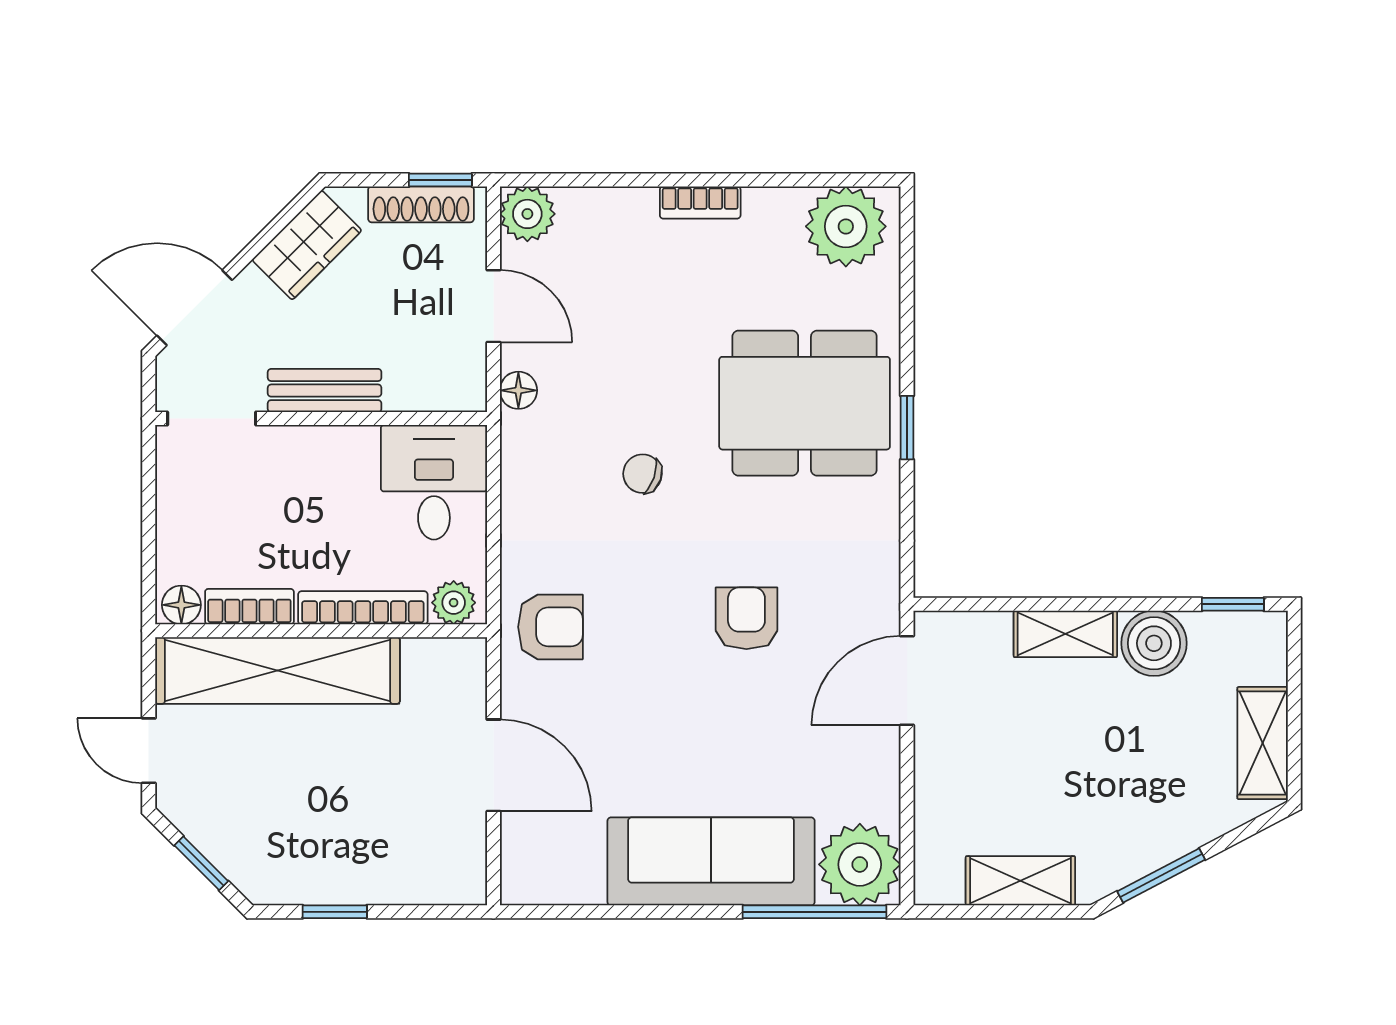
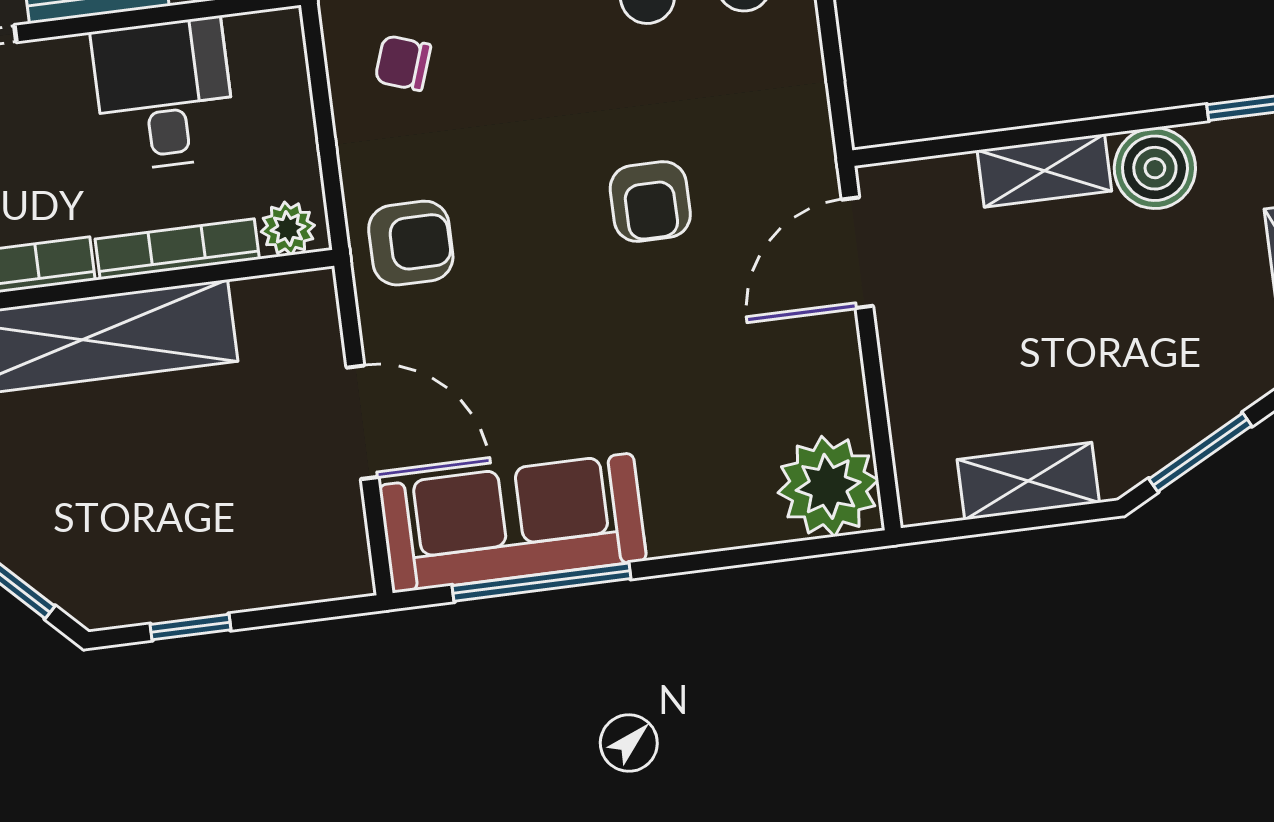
chair: (642, 474) -> (403, 63), moved
desk: (434, 482) -> (164, 94), moved
armchair: (746, 618) -> (650, 202), turned 180
sofa: (711, 861) -> (513, 523), moved
window: (814, 912) -> (541, 582), moved

